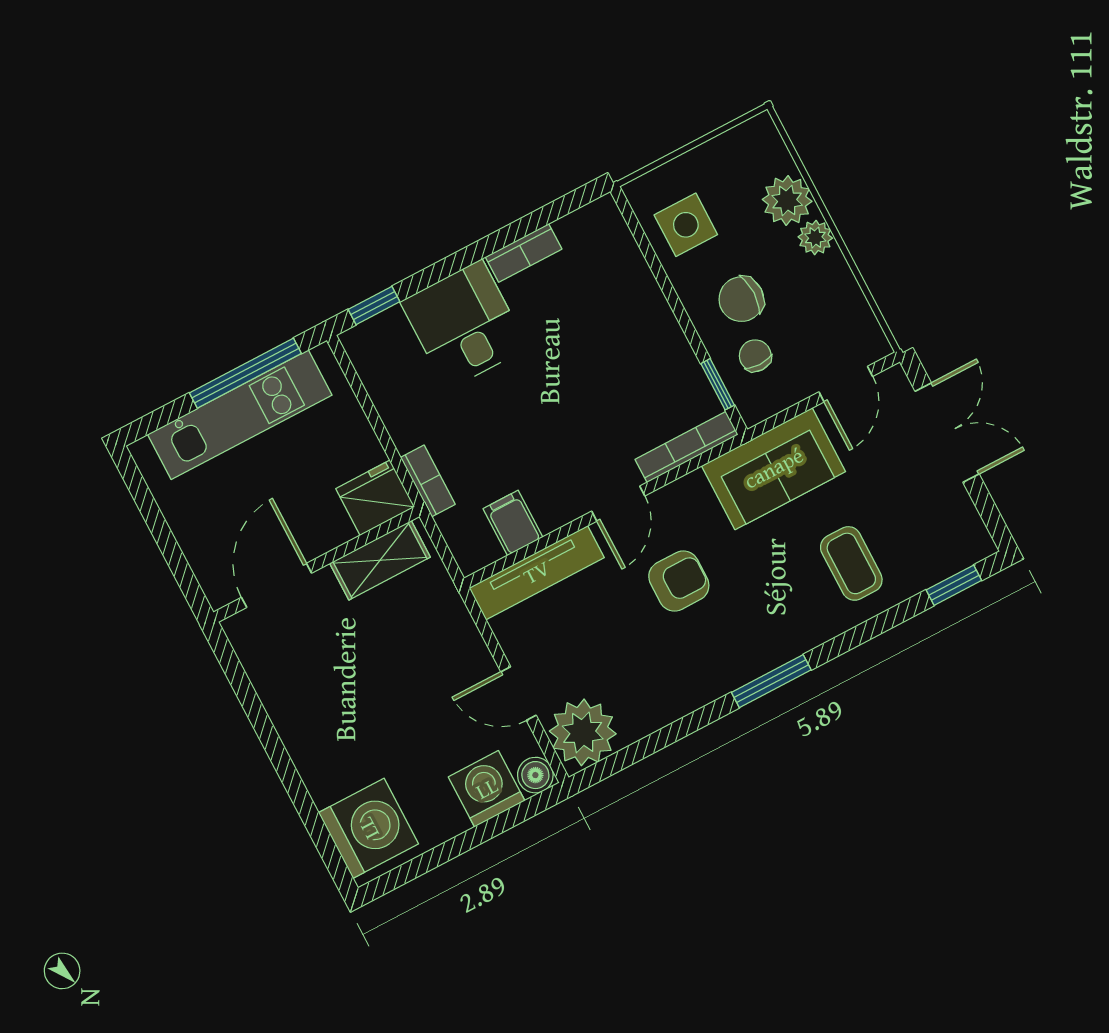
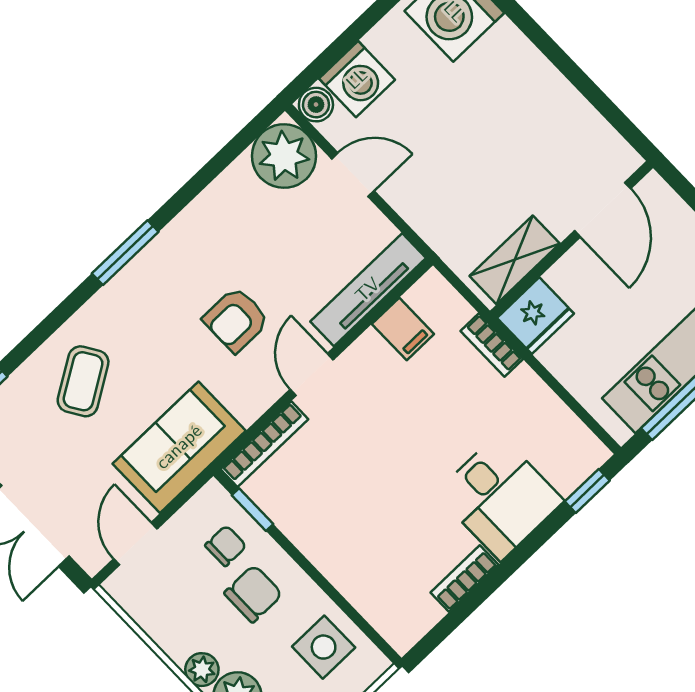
chair: (755, 356) -> (226, 546), turned -90
coffee table: (851, 563) -> (83, 381), turned 58

